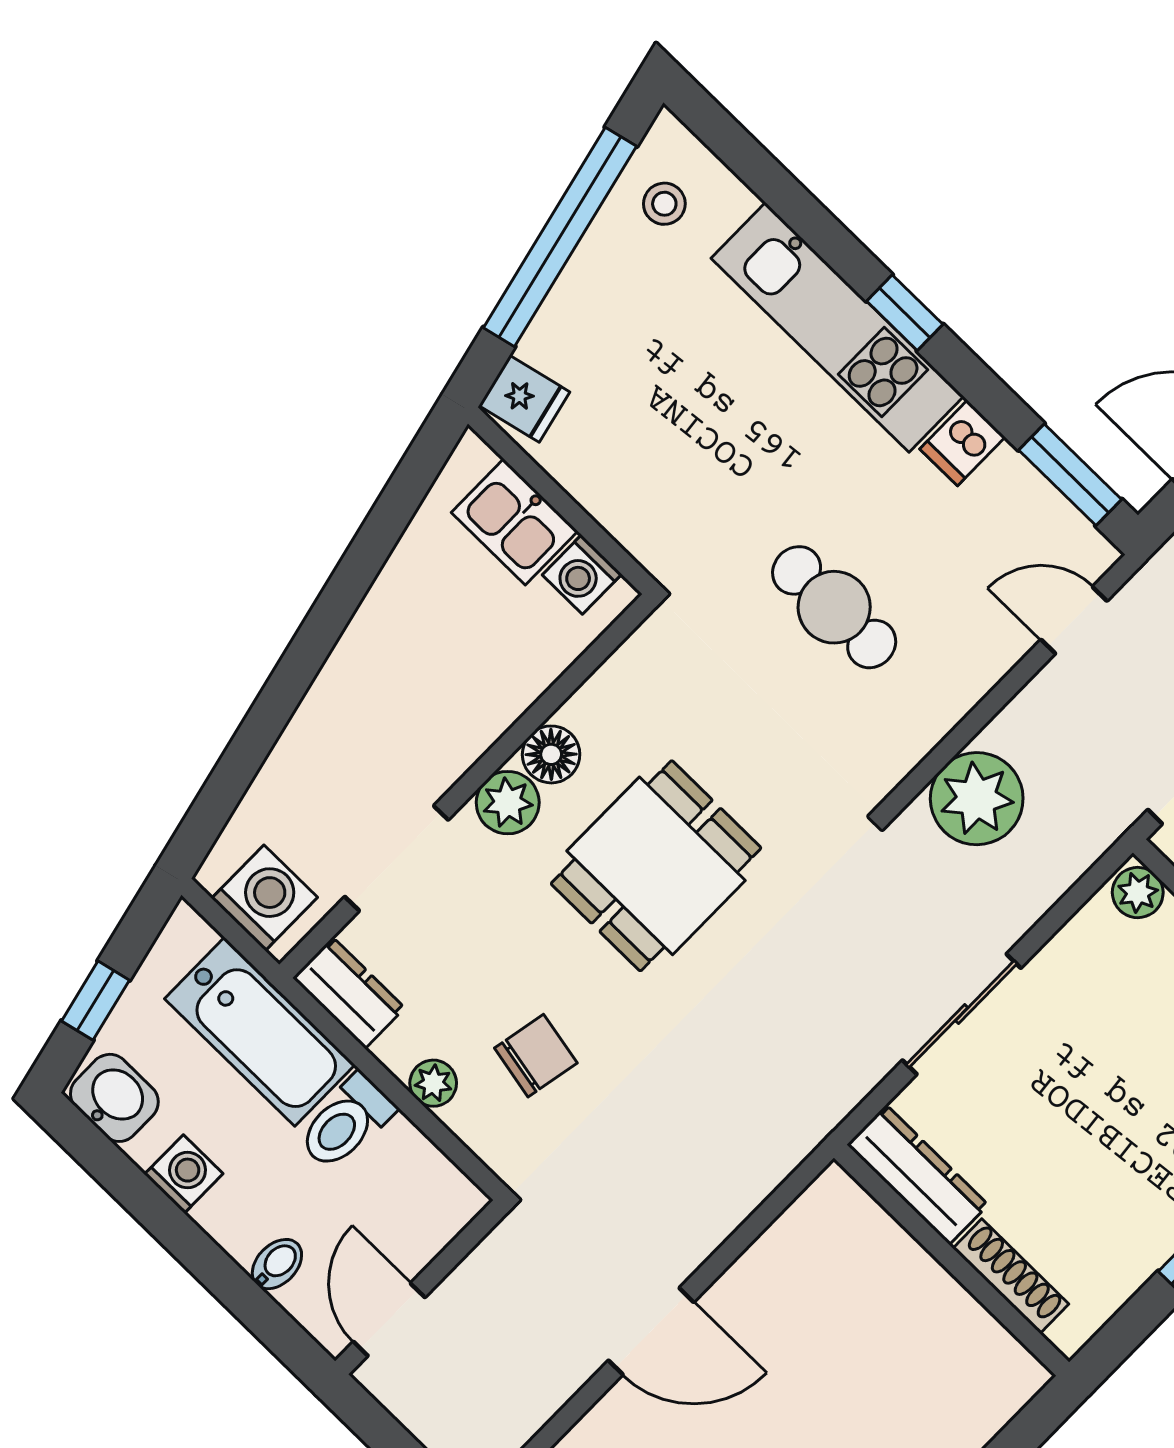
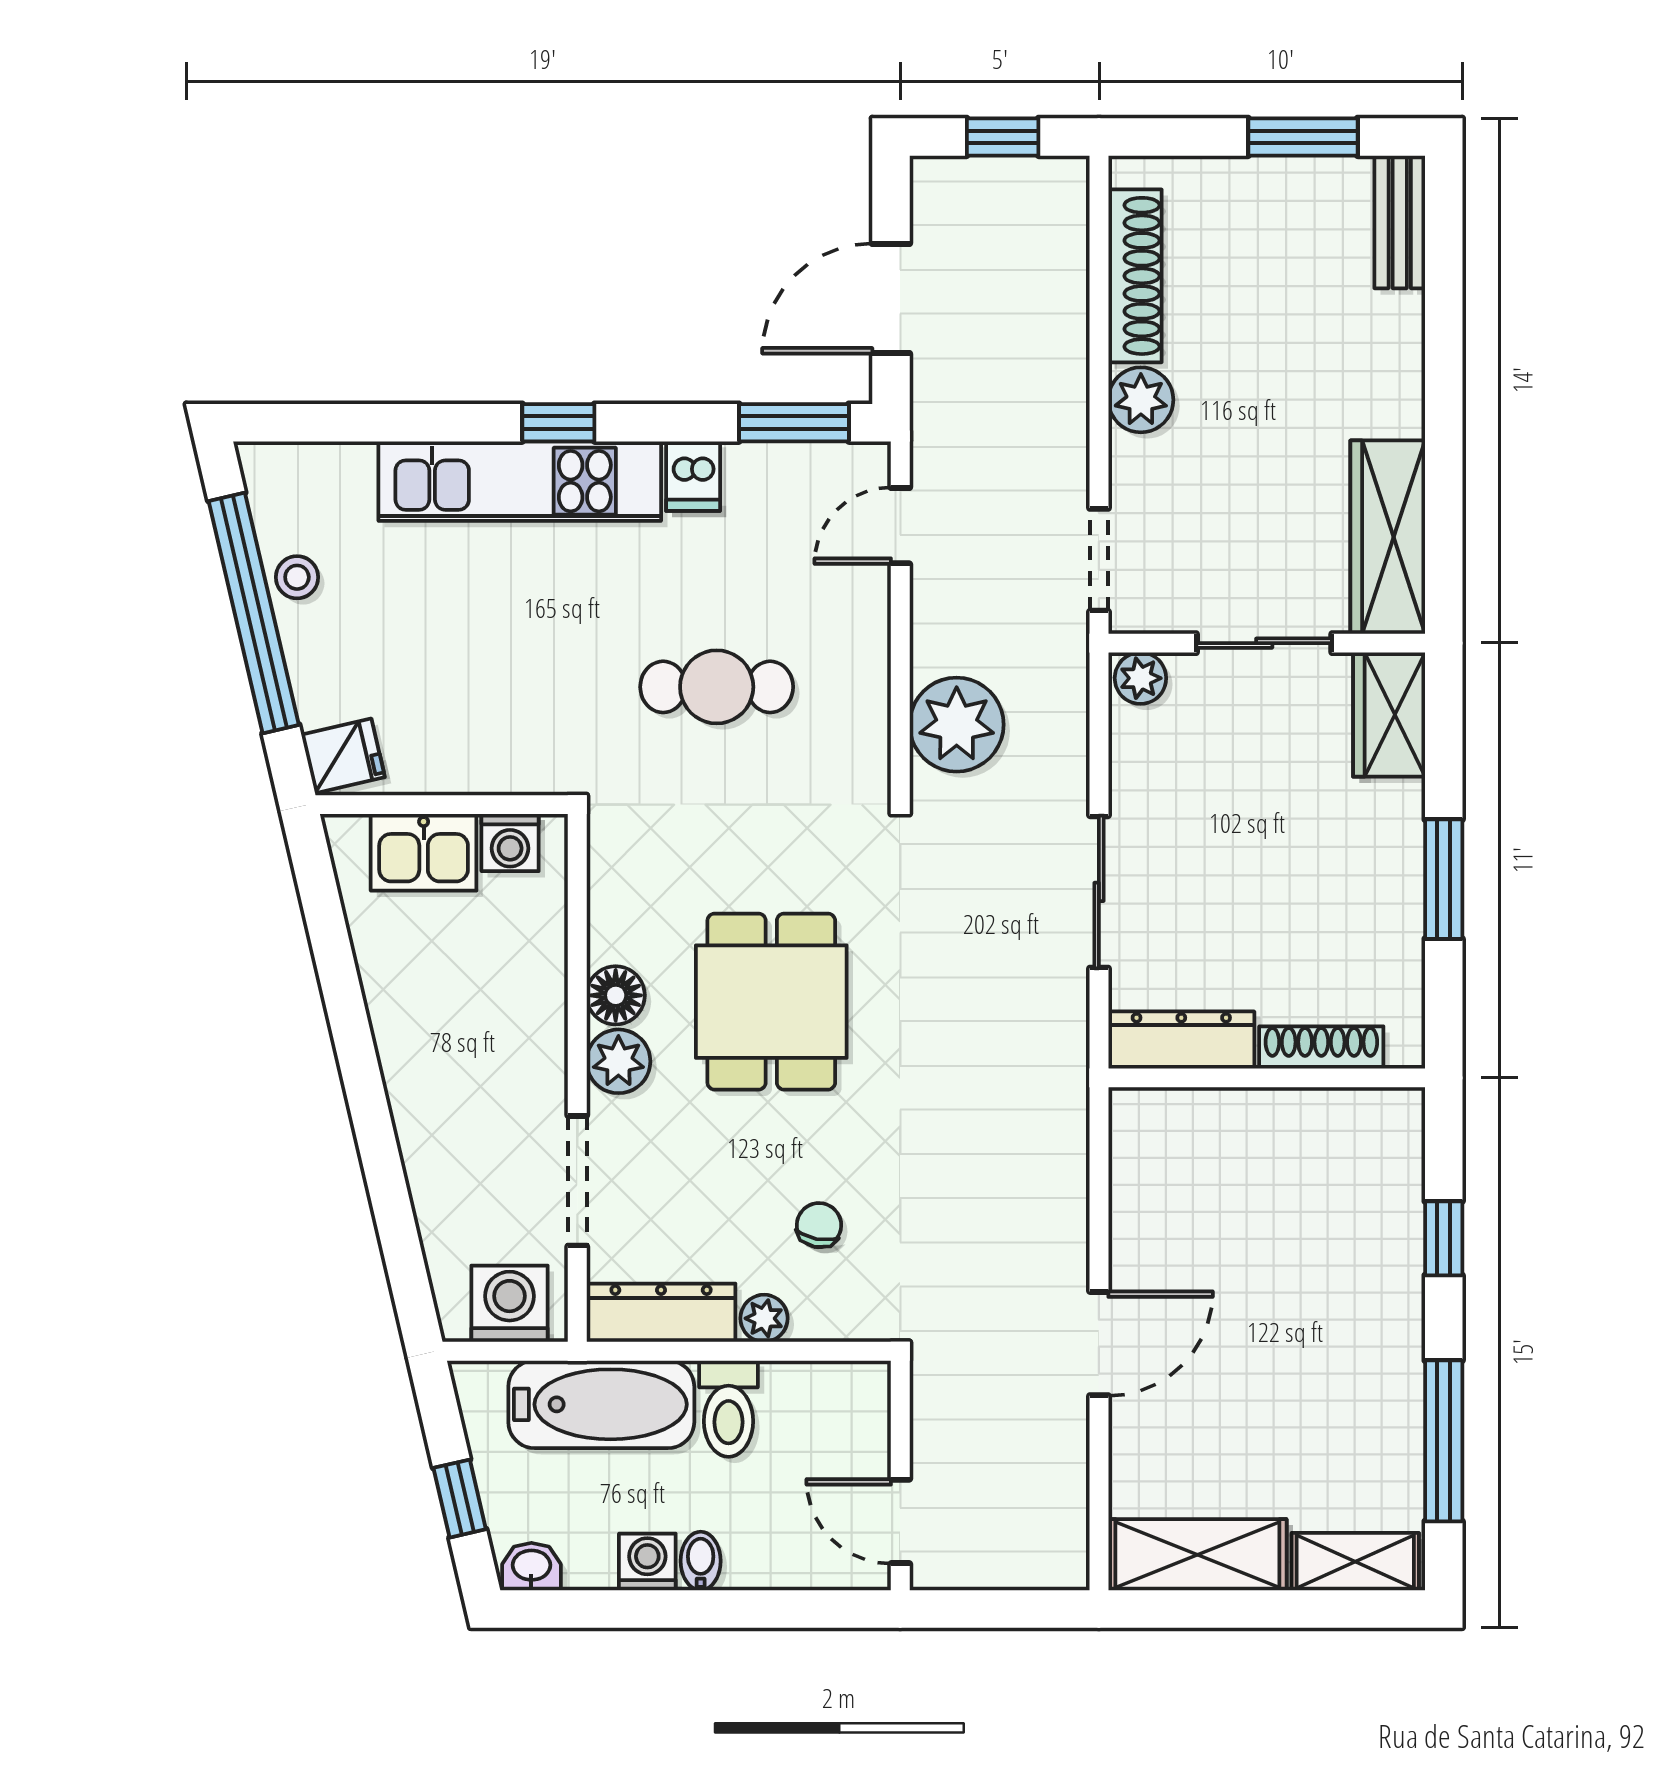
stool: (664, 204) -> (297, 577), moved
dresser: (349, 993) -> (661, 1313), width x1.44
chair: (536, 1056) -> (819, 1225), width x0.73, depth x0.73
washbasin: (114, 1098) -> (531, 1567), width x0.72, depth x0.69
bidet: (277, 1264) -> (701, 1561), moved

